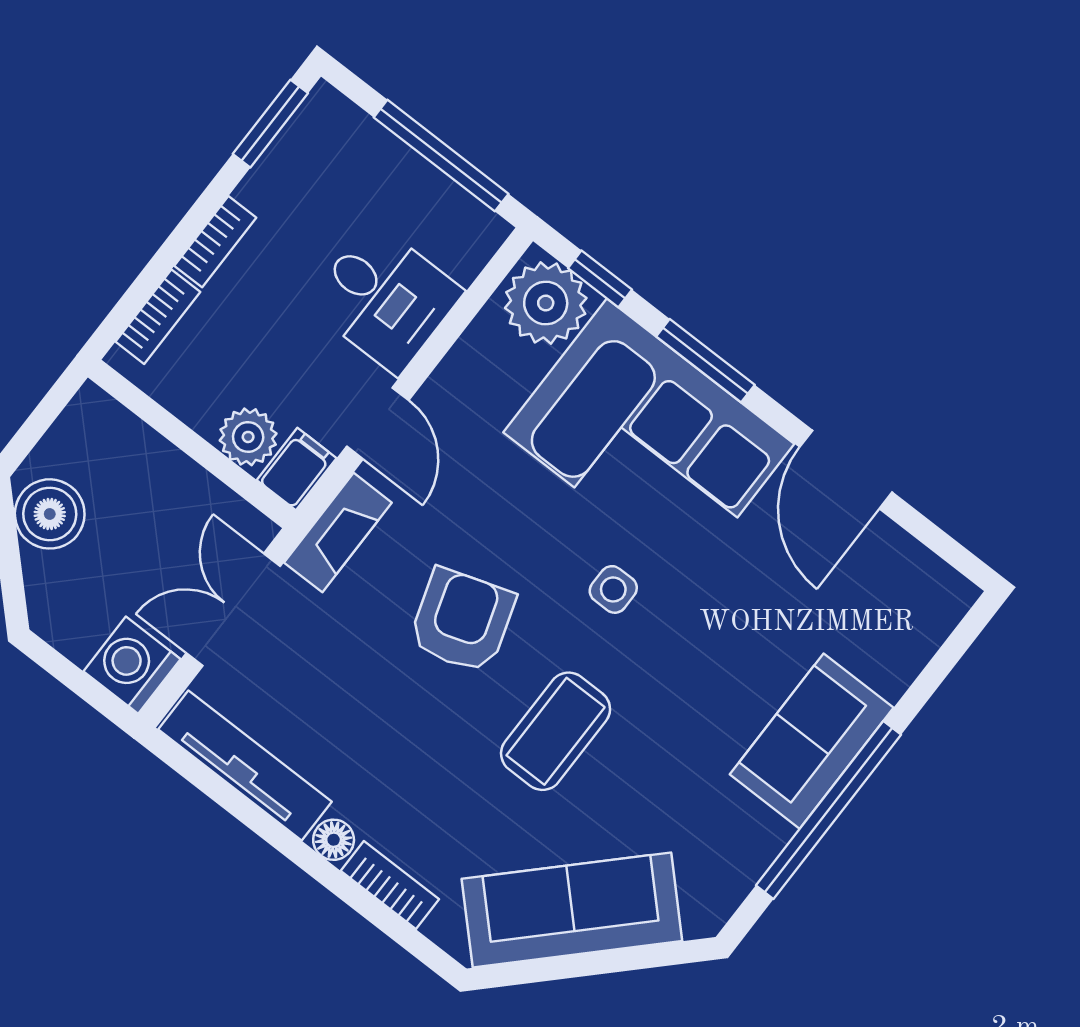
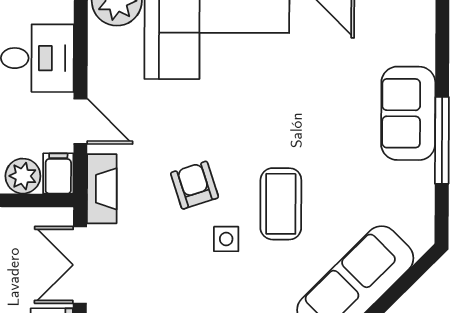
side table: (613, 589) -> (226, 239), moved
armchair: (462, 621) -> (195, 185), width x0.72, depth x0.72
window: (828, 810) -> (442, 140), width x0.68

